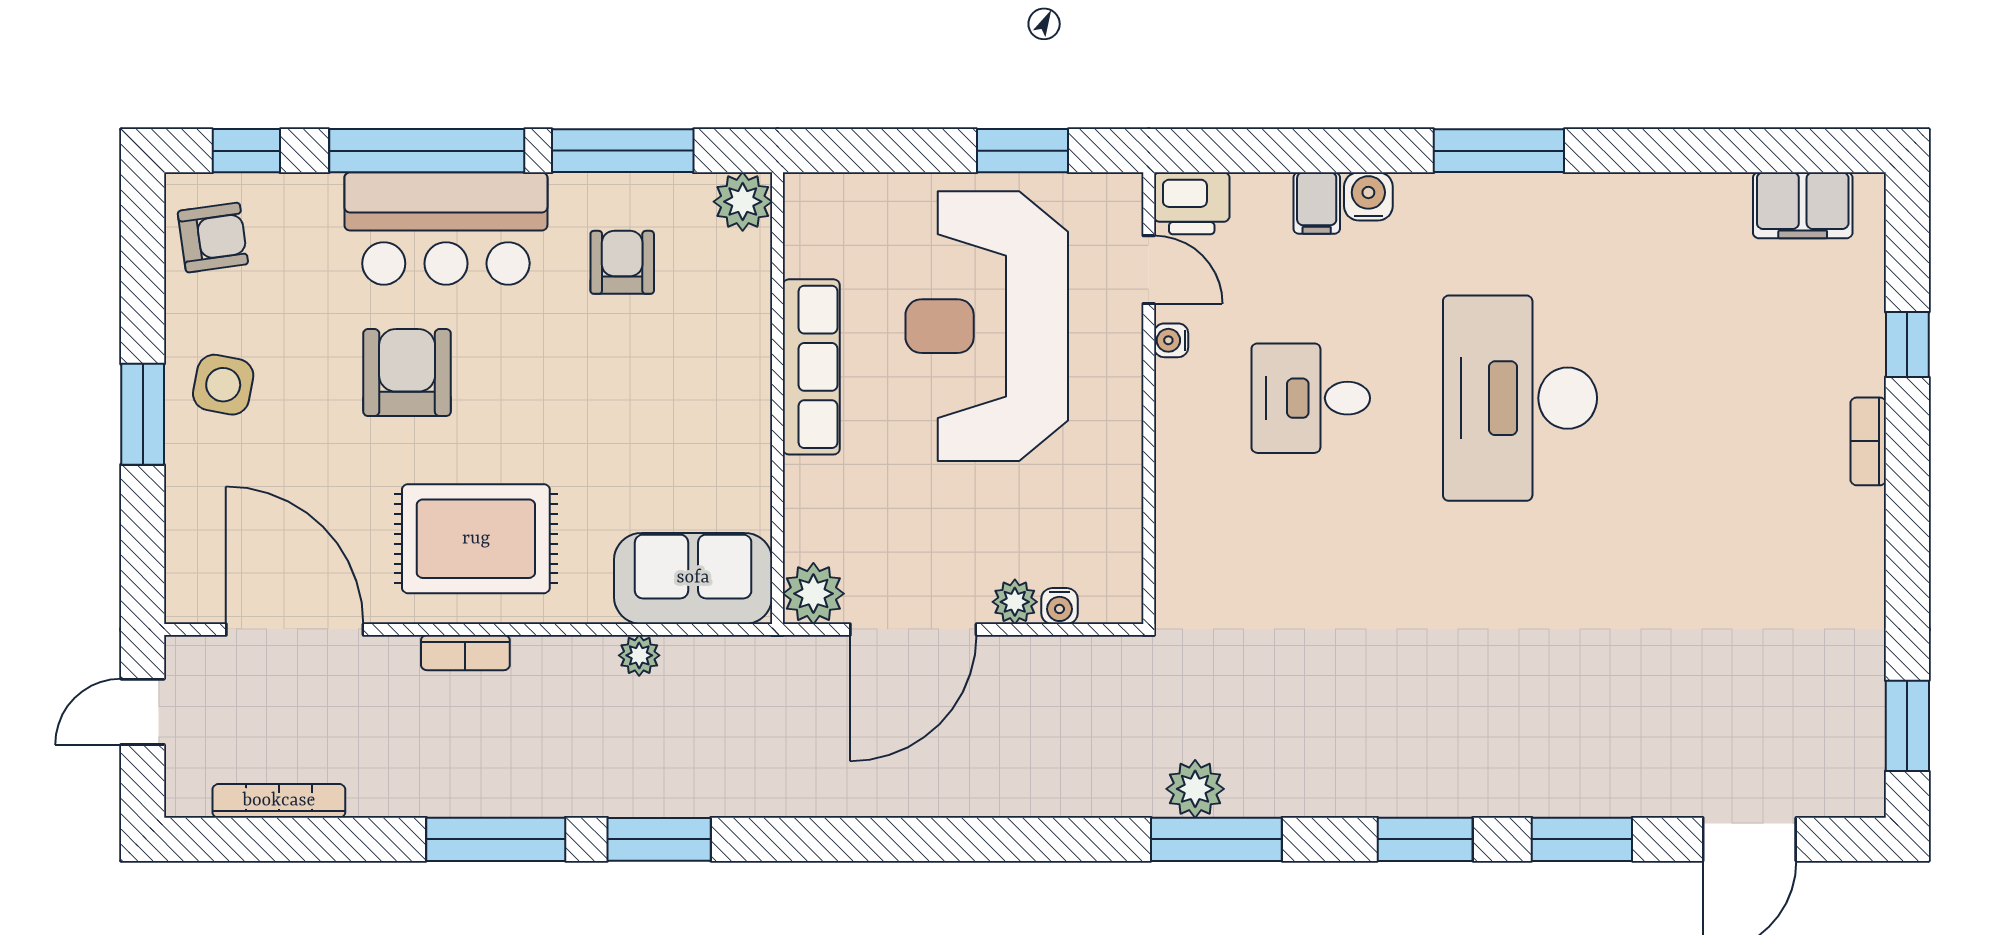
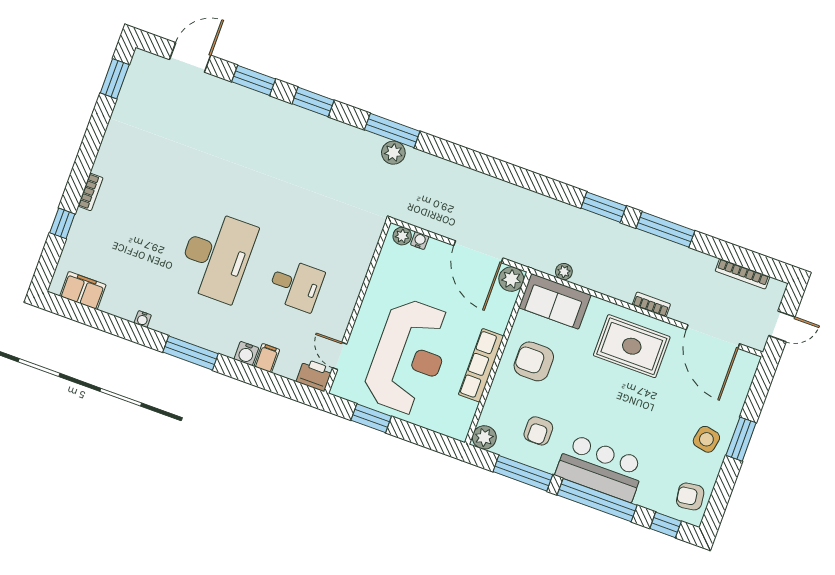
water cooler: (1171, 340) -> (143, 319), moved, turned 90
armchair: (407, 373) -> (534, 361), moved, turned 90
plant: (1015, 602) -> (402, 236), moved
door: (913, 629) -> (478, 252), swing flipped
plant: (639, 655) -> (564, 272), moved

